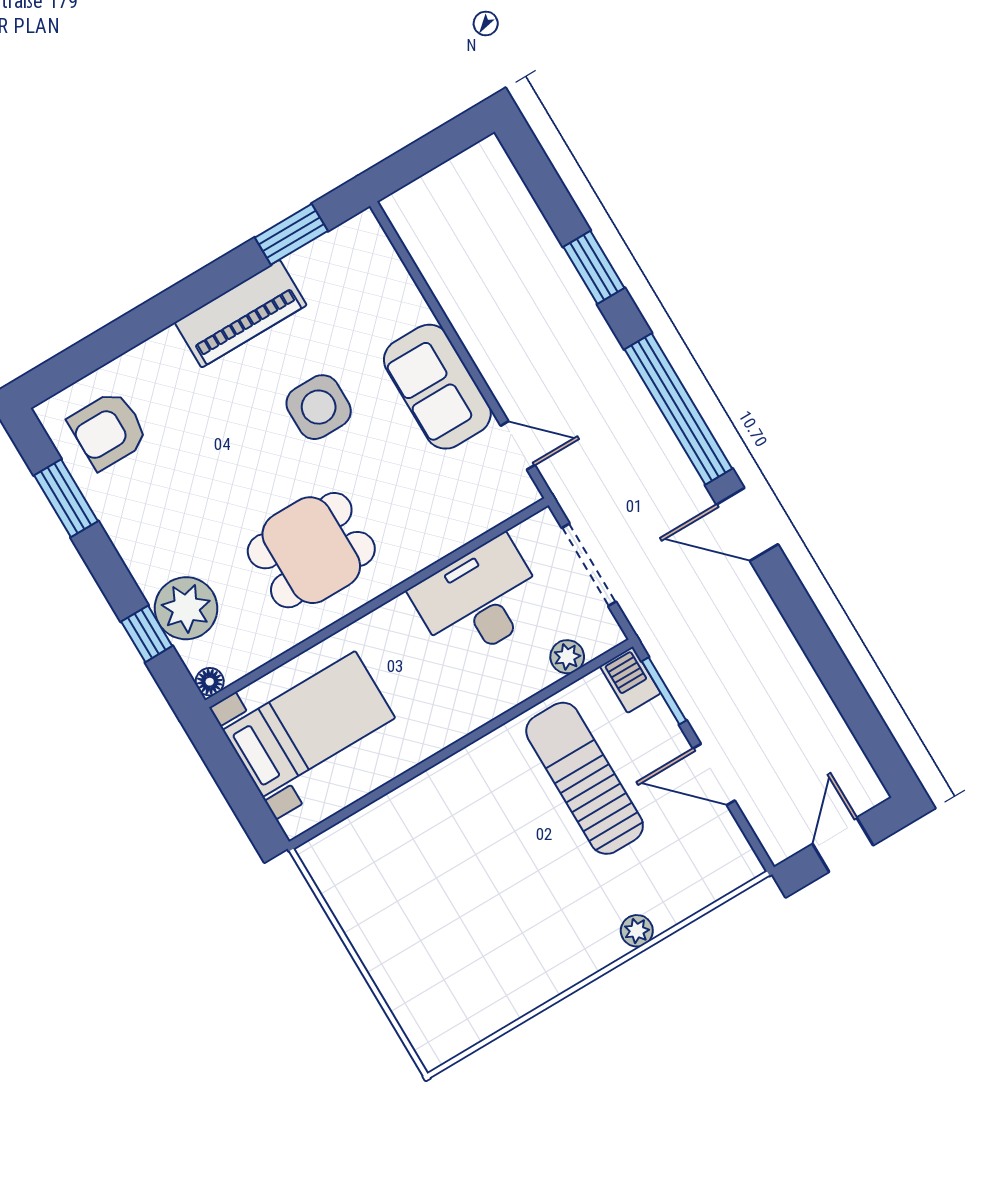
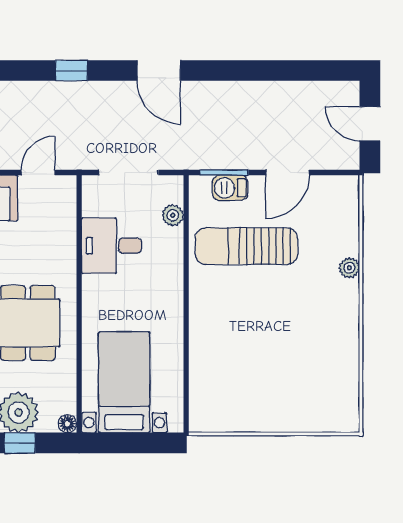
window: (678, 409) -> (71, 71), width x0.32
door: (747, 524) -> (159, 71), hinge flipped
desk: (479, 600) -> (112, 246), width x0.73
barbecue: (630, 680) -> (230, 188), moved

